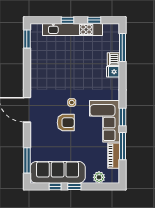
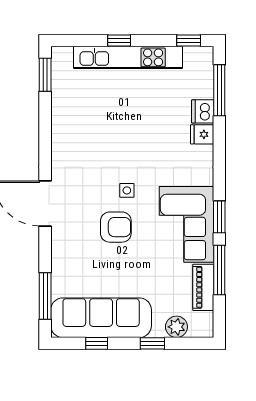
window: (94, 20) -> (189, 40), moved
window: (74, 186) -> (152, 343), moved

